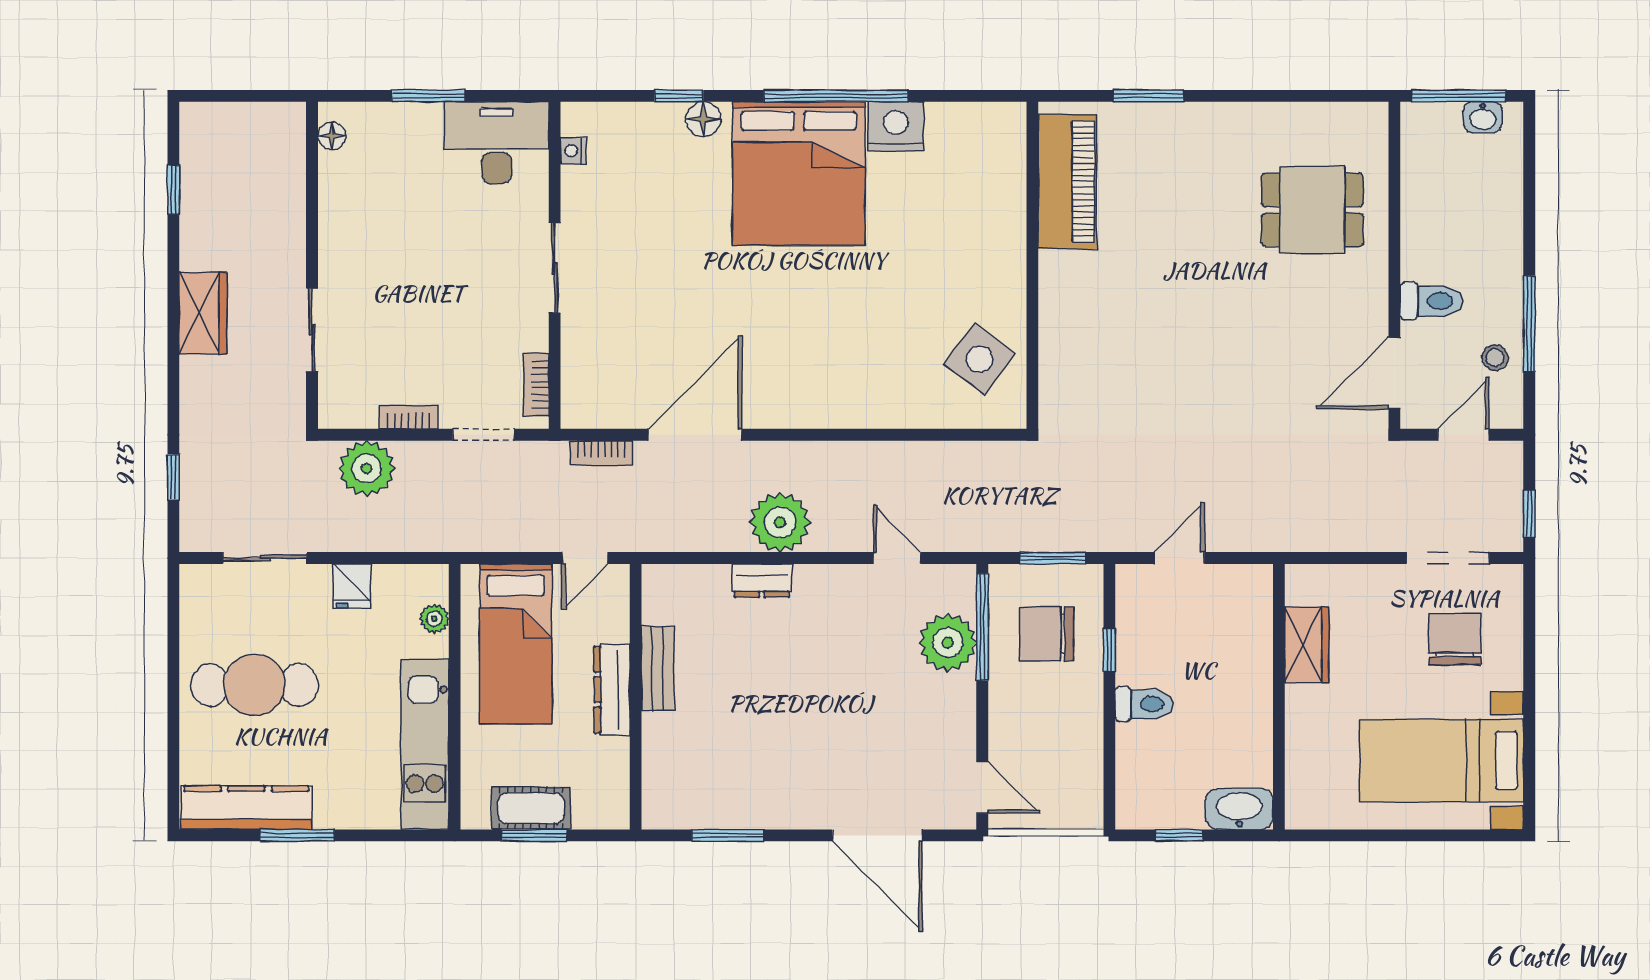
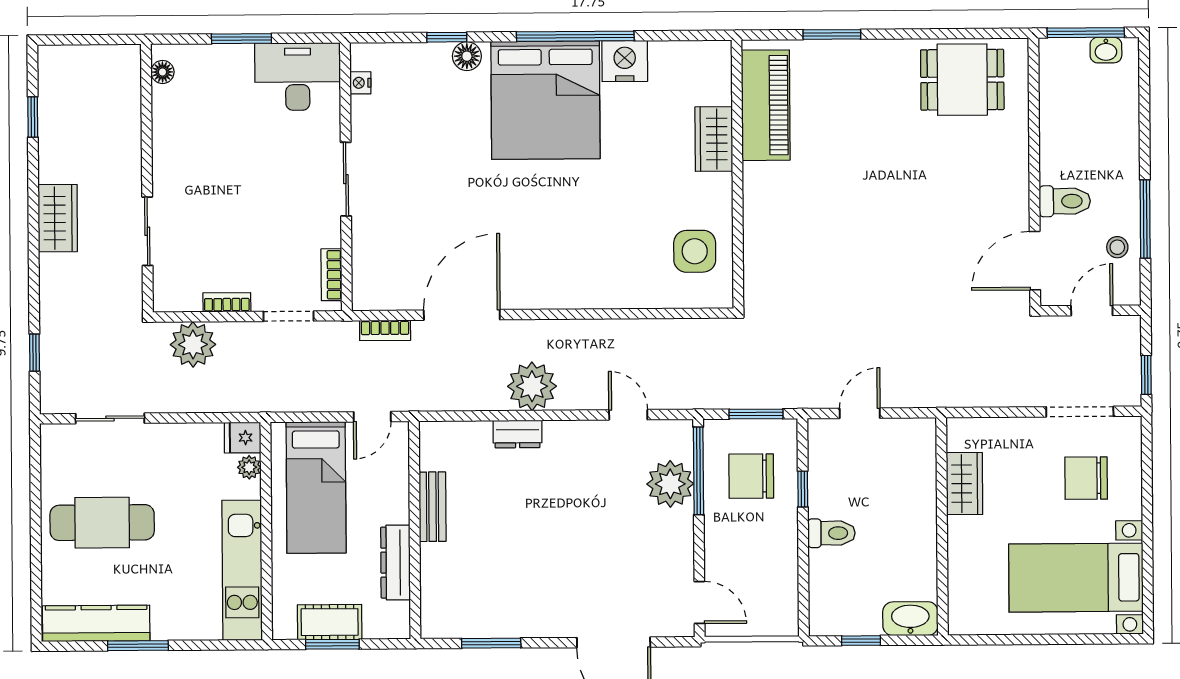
dining table: (1312, 210) -> (962, 80), moved
wardrobe: (1004, 222) -> (714, 139), added
side table: (979, 359) -> (695, 251), turned -37
fridge: (352, 586) -> (243, 438), moved, turned 90
chair: (1455, 639) -> (1086, 478), turned -90
dresser: (612, 690) -> (396, 563), moved

